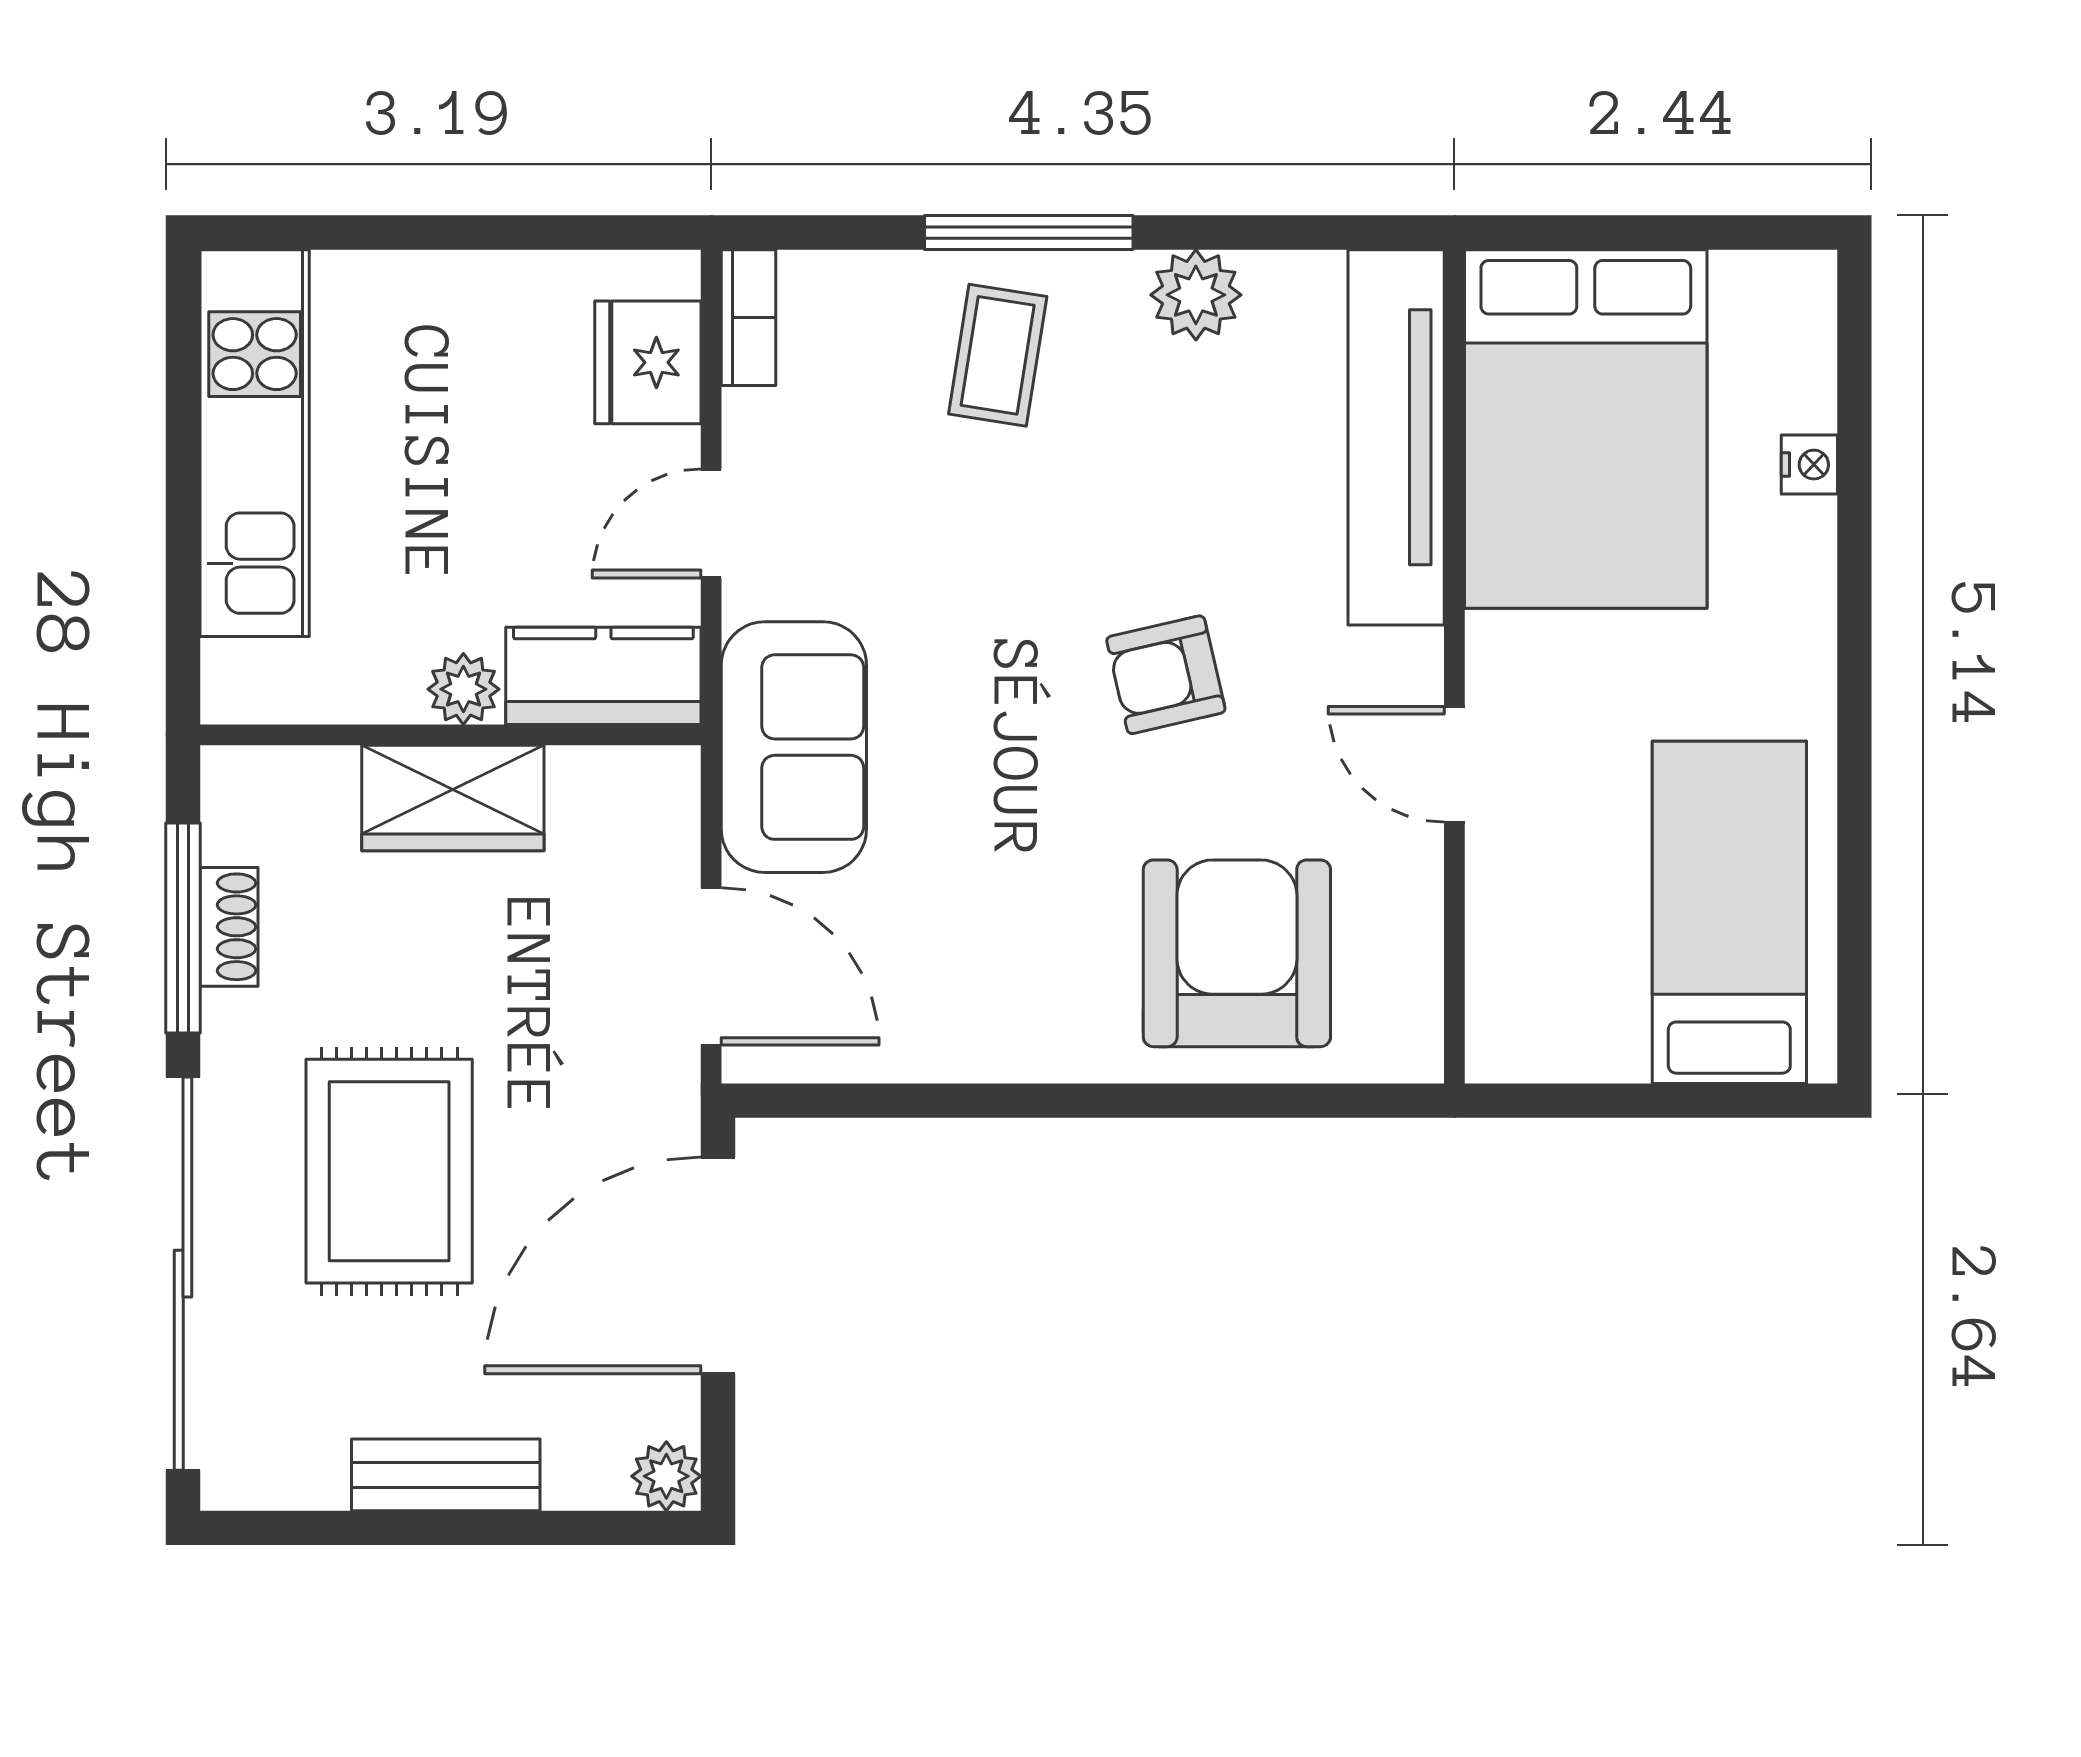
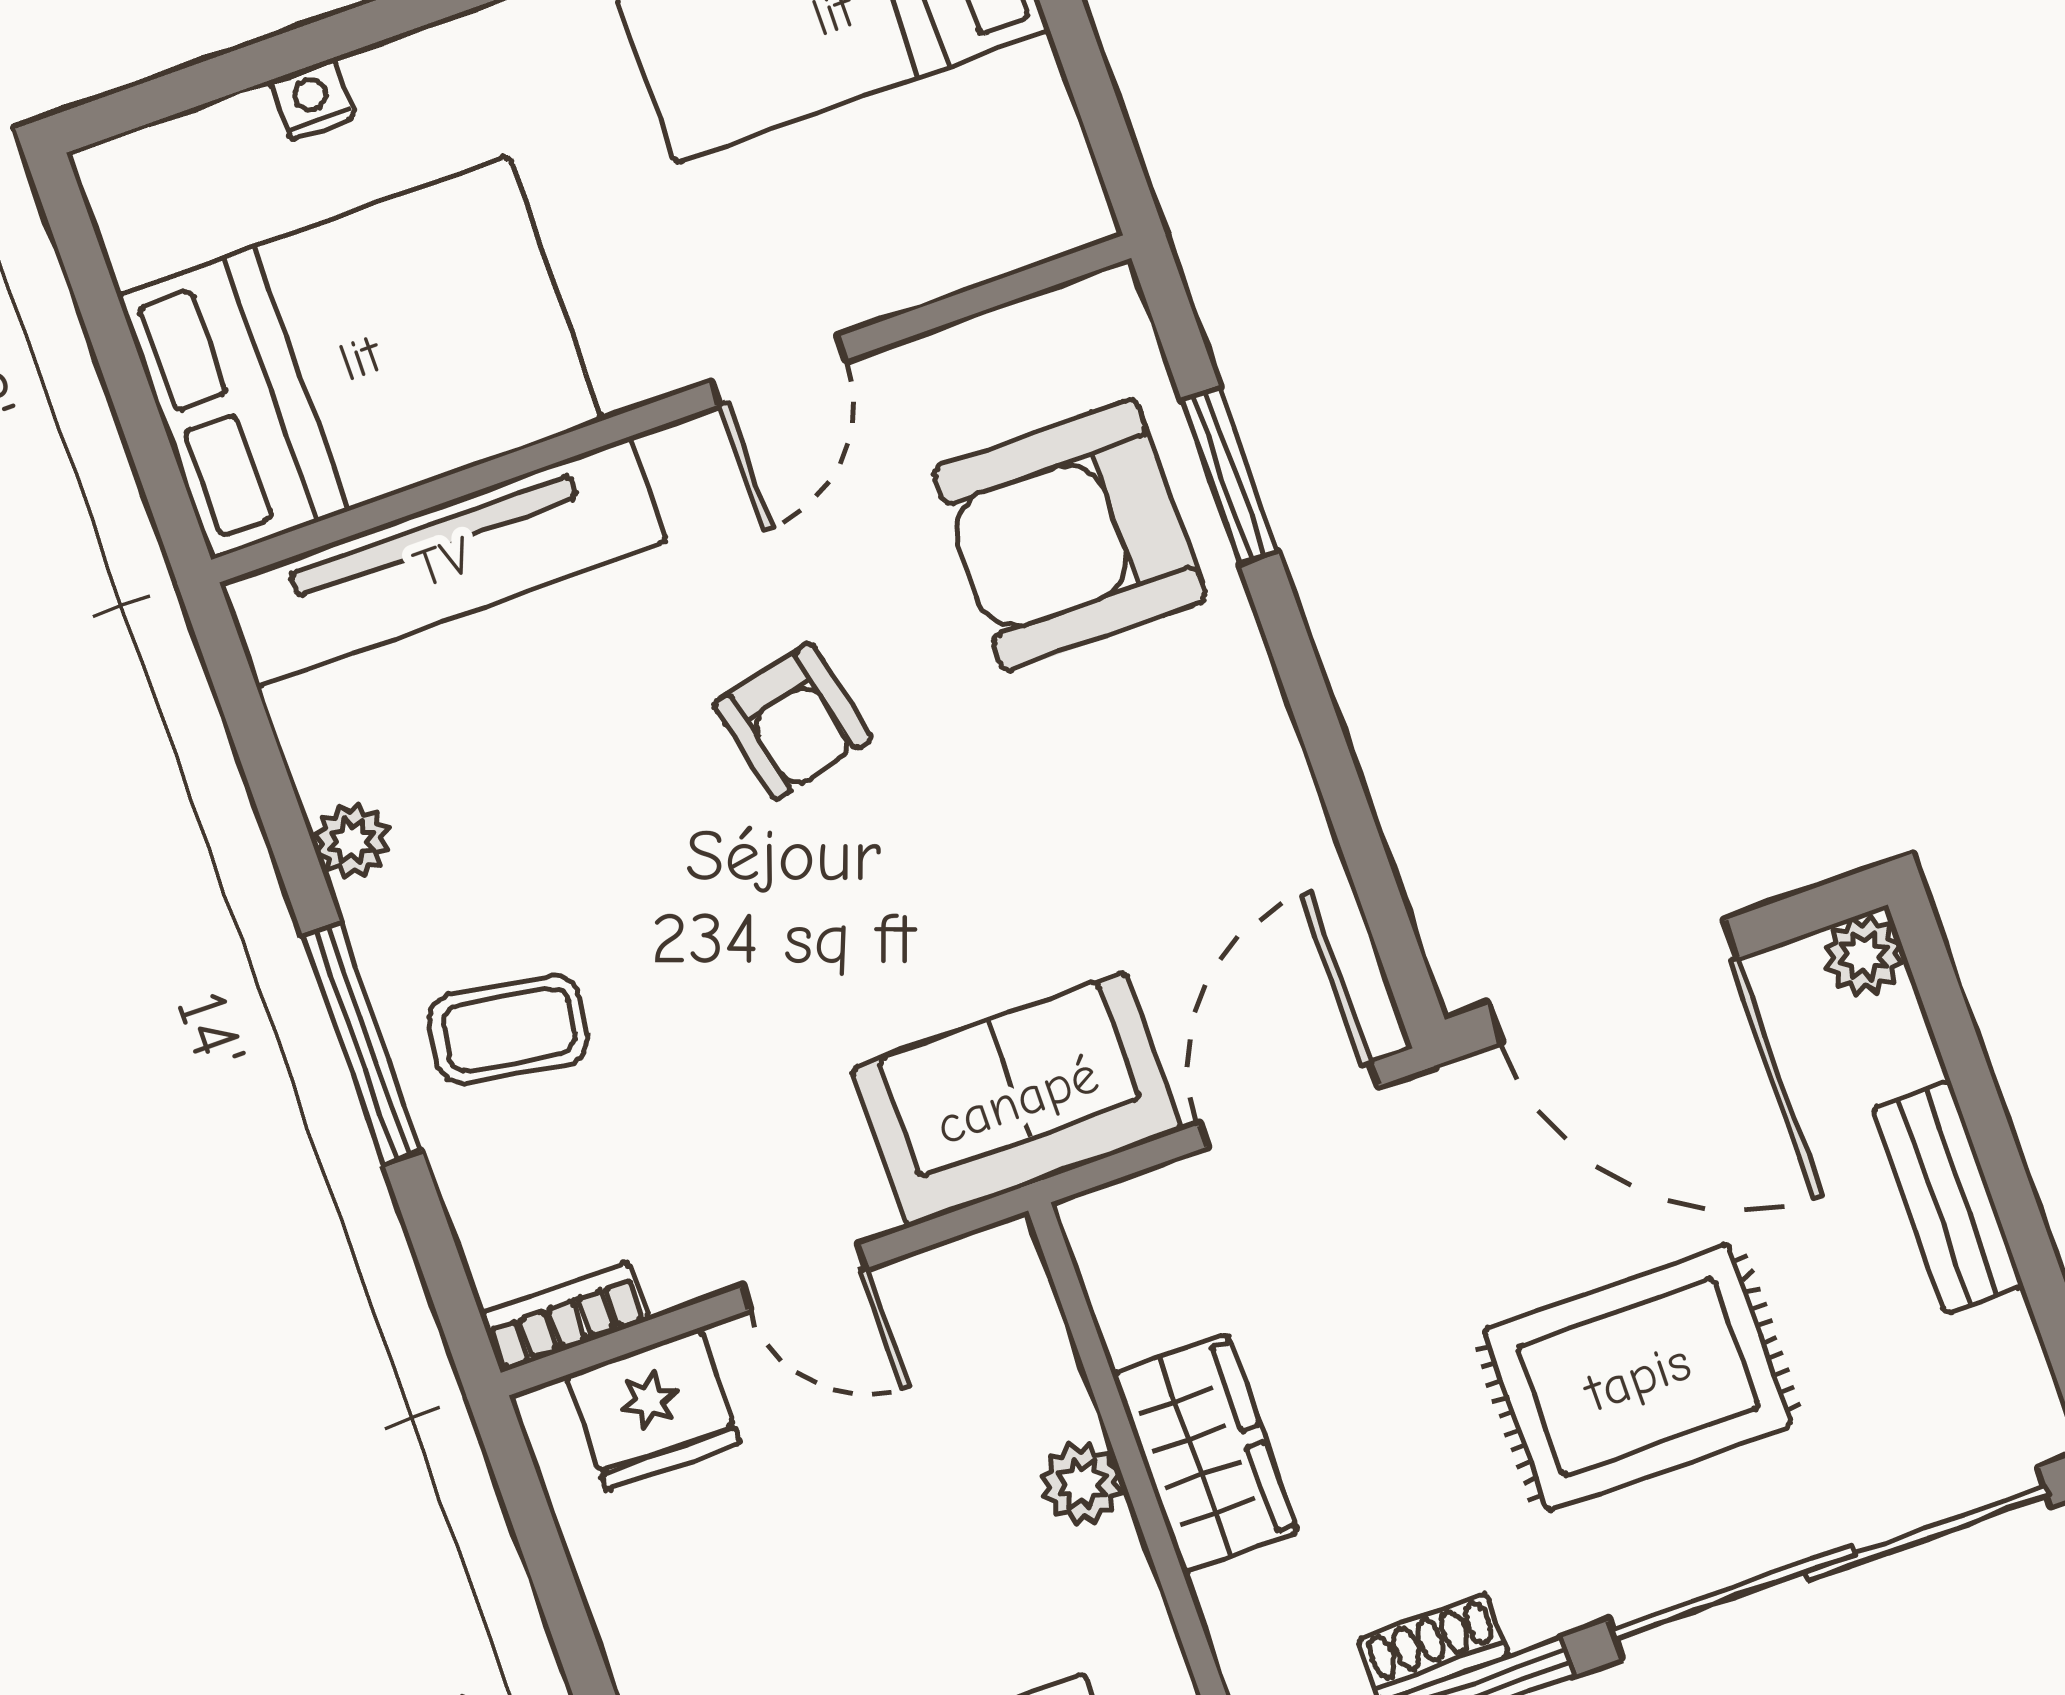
plant: (1196, 295) -> (352, 841), width x0.73, depth x0.73
kitchen counter: (603, 676) -> (1013, 1336), removed
window: (1239, 1101) -> (1230, 475), added

